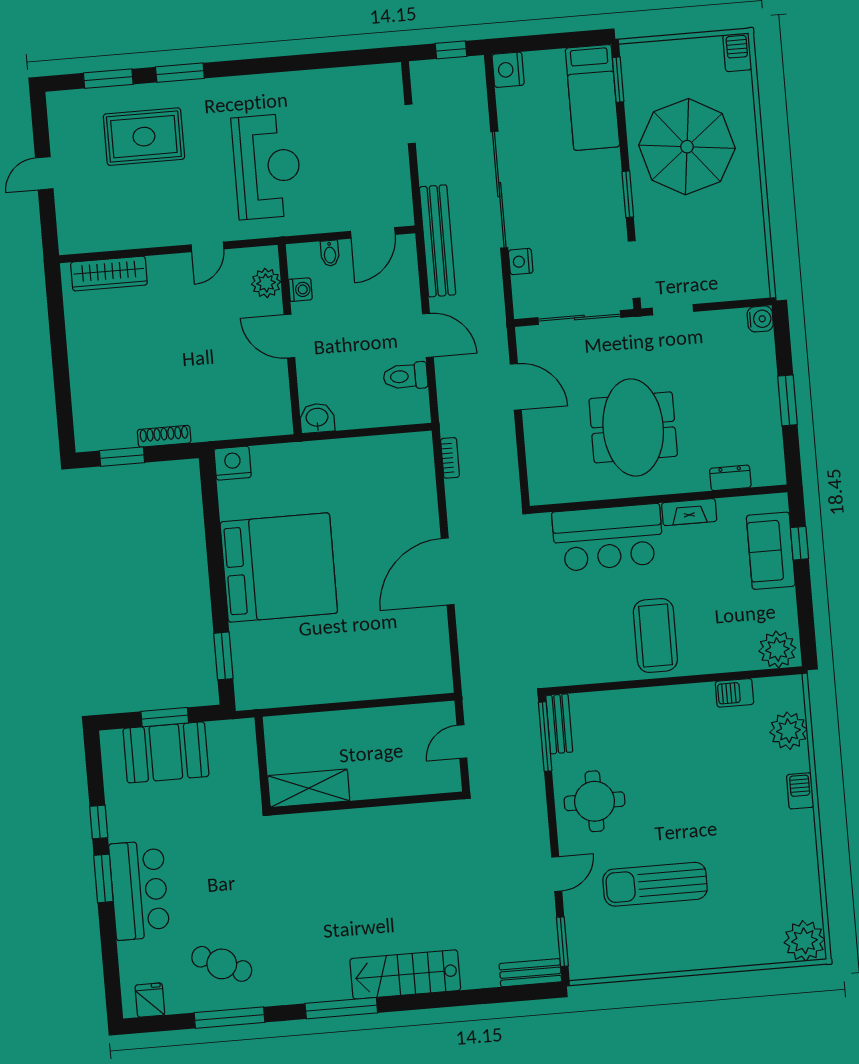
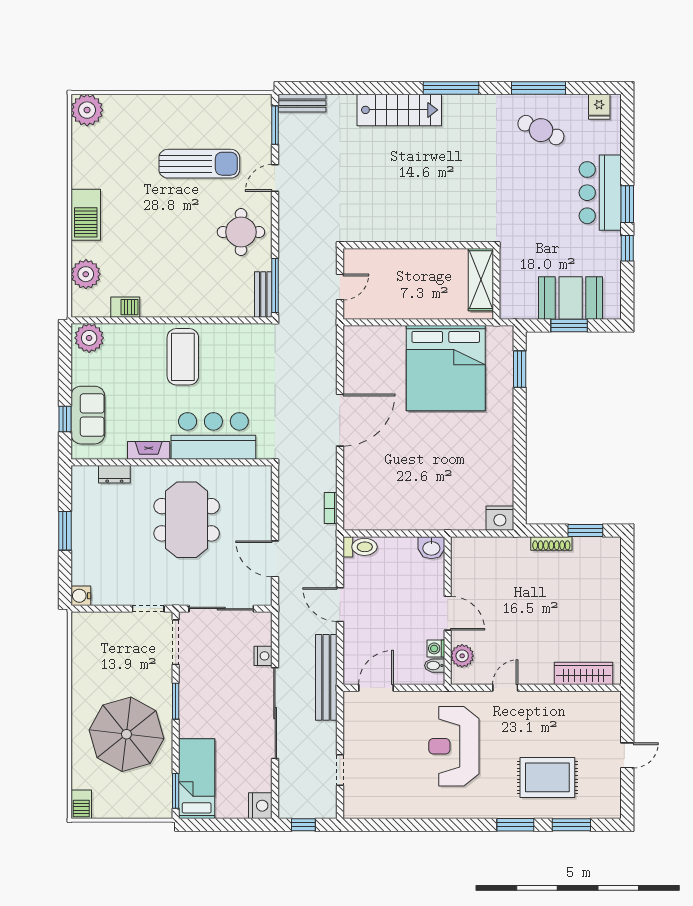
bidet: (330, 253) -> (435, 666), moved, turned -90
toilet: (405, 376) -> (360, 547), moved
bed: (279, 568) -> (446, 368), moved, turned -90
shelving: (309, 788) -> (481, 280), moved, turned 90
barbecue: (800, 791) -> (86, 215), width x1.88, depth x1.53

